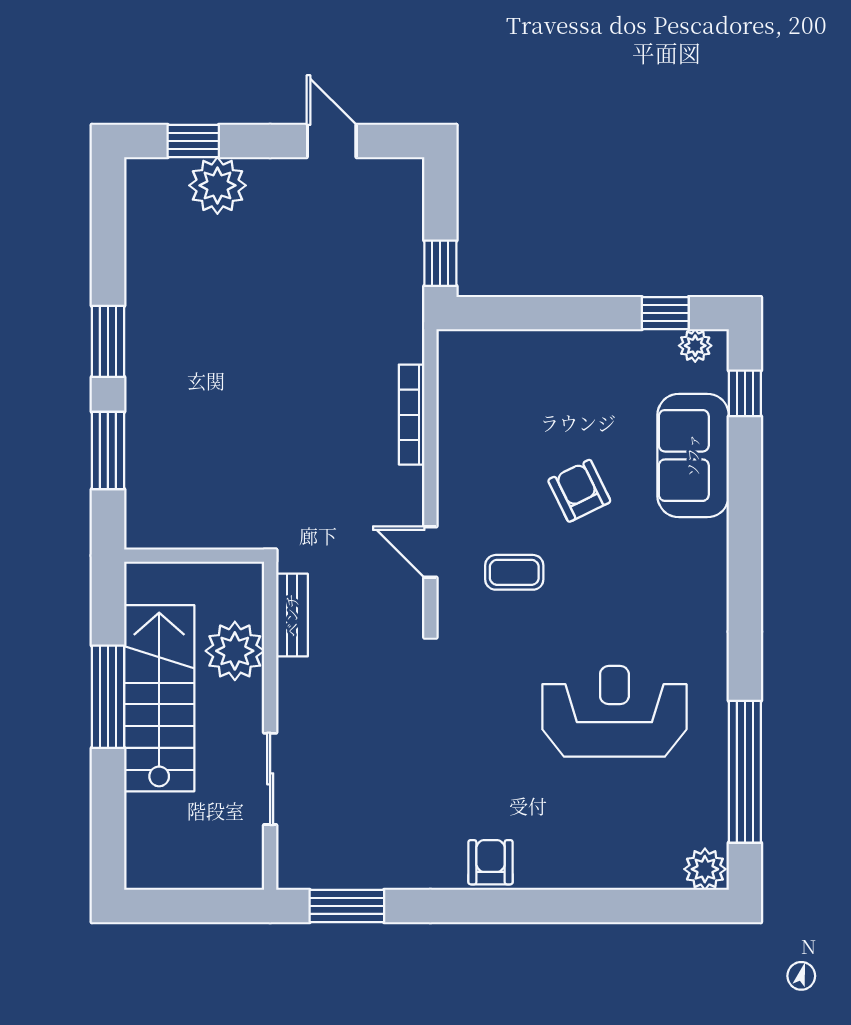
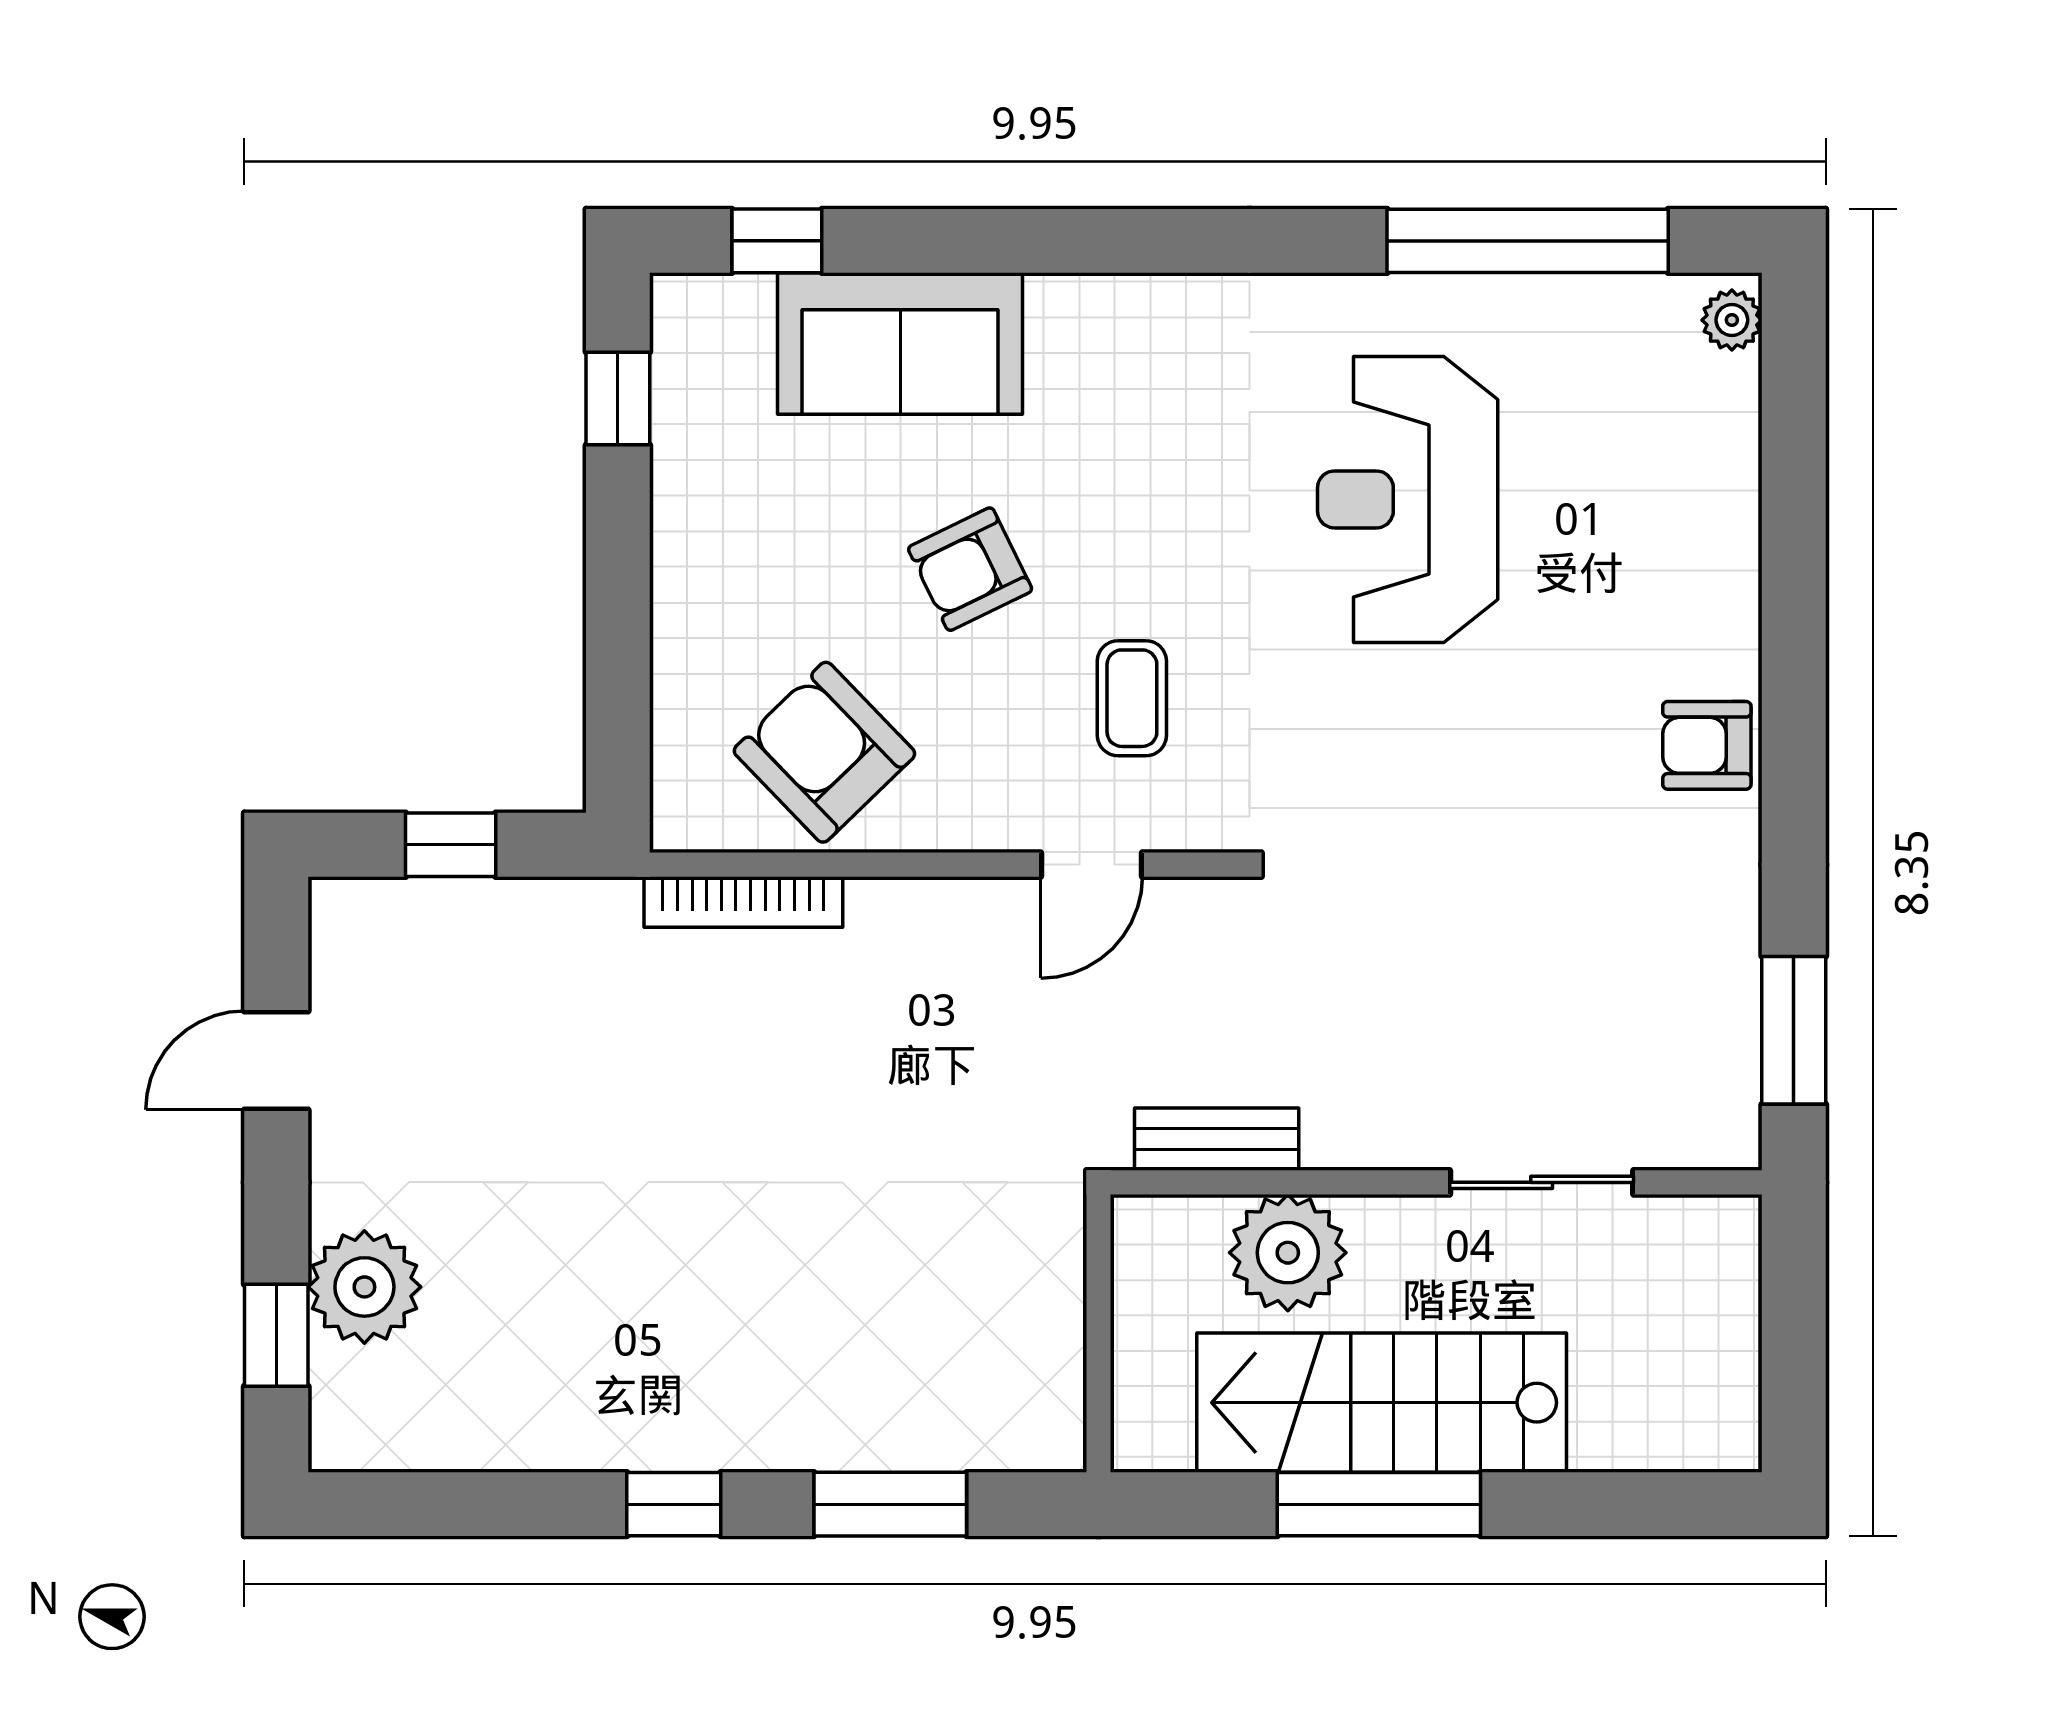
window: (440, 263) -> (451, 845), moved
window: (108, 341) -> (674, 1504), width x0.67
plant: (695, 346) -> (682, 339), removed
bookcase: (412, 415) -> (743, 902), moved
armchair: (487, 417) -> (824, 752), added
plant: (705, 869) -> (1732, 320), width x0.73, depth x0.73

